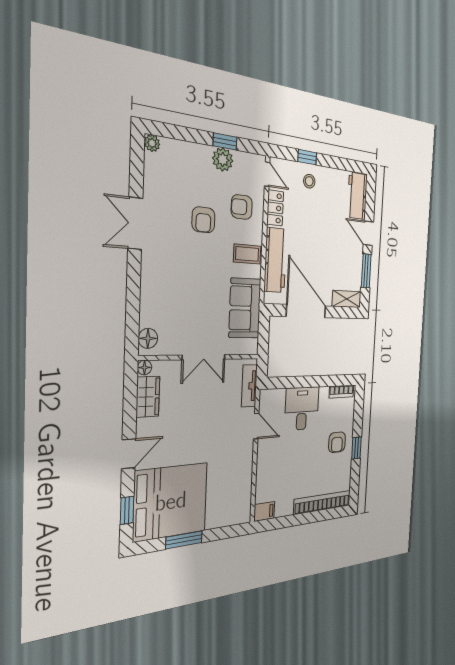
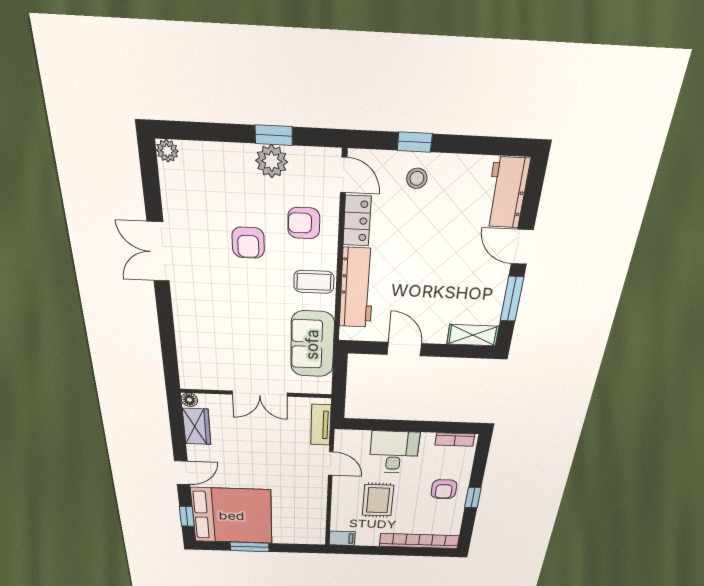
door: (306, 311) -> (404, 349), width x0.53
floor lamp: (148, 338) -> (190, 373), removed
rug: (291, 462) -> (378, 500), added

